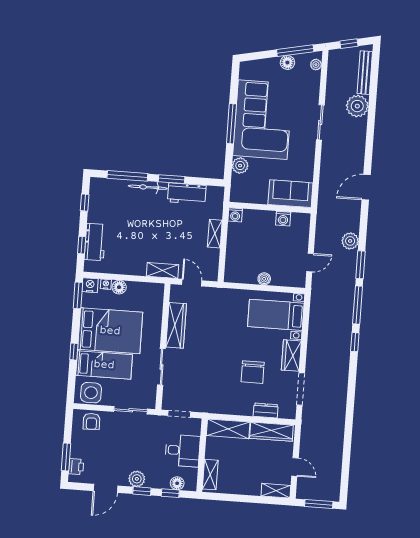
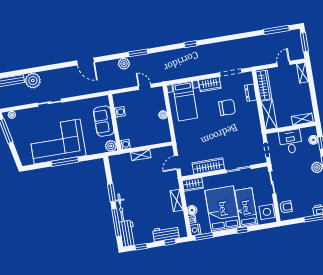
floor lamp: (287, 63) -> (15, 134), removed
plant: (240, 166) -> (111, 146), moved
workbench: (187, 194) -> (128, 233), moved
sofa: (290, 194) -> (104, 121), moved
shelving: (162, 270) -> (177, 200), moved
wardrobe: (155, 297) -> (193, 184), added
window: (358, 305) -> (276, 30), moved

